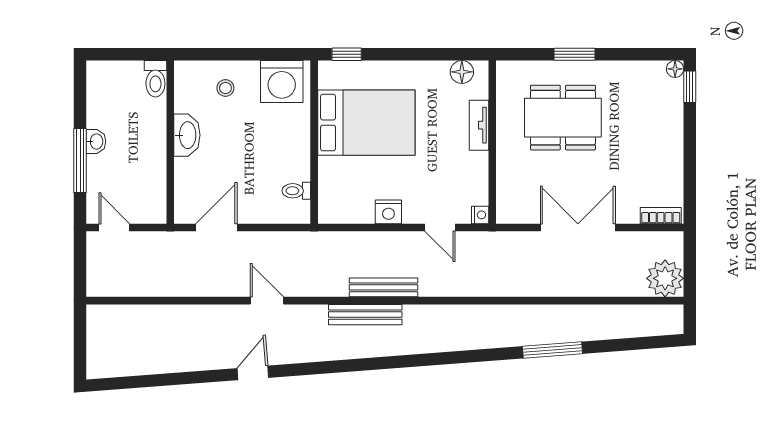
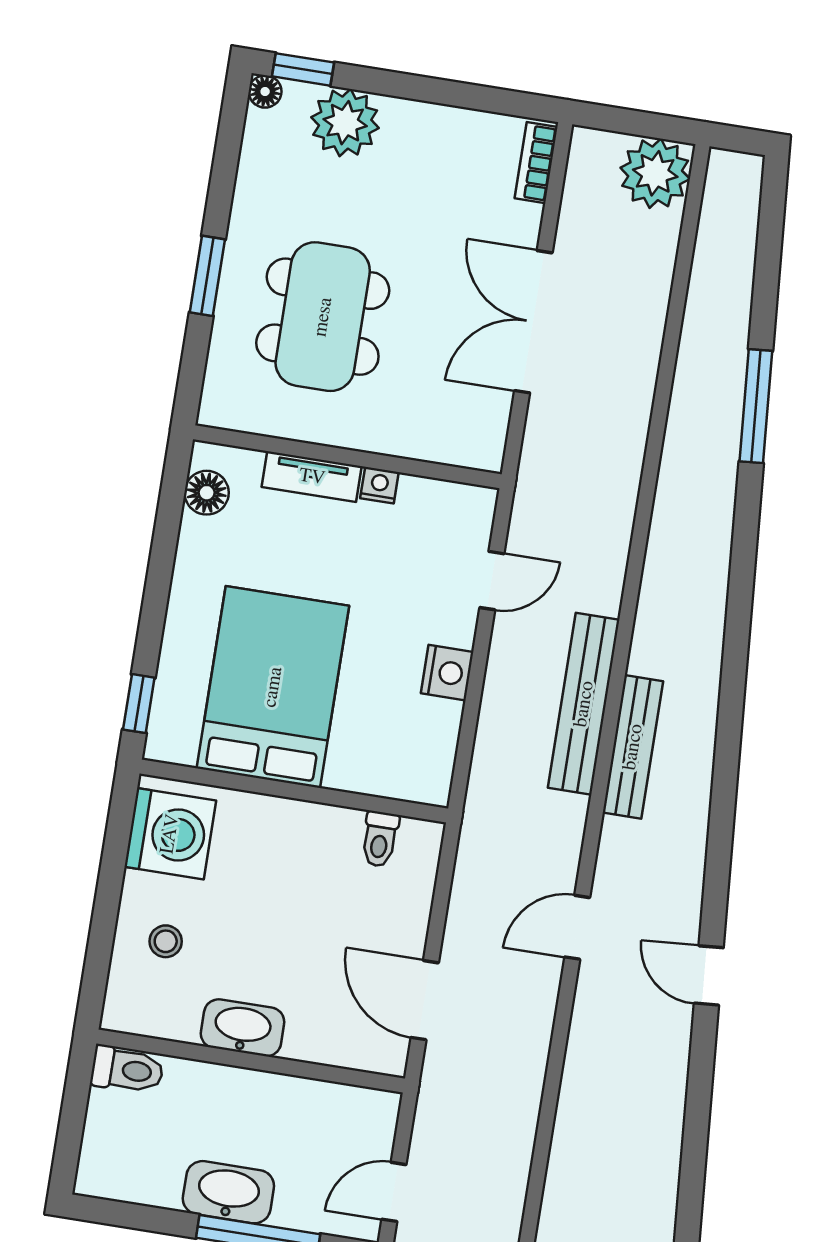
plant: (666, 113) -> (345, 123), added
washbasin: (96, 141) -> (228, 1192), width x1.91, depth x1.45
nightstand: (480, 215) -> (379, 485), moved
bench: (384, 287) -> (584, 704), width x1.37, depth x1.21

